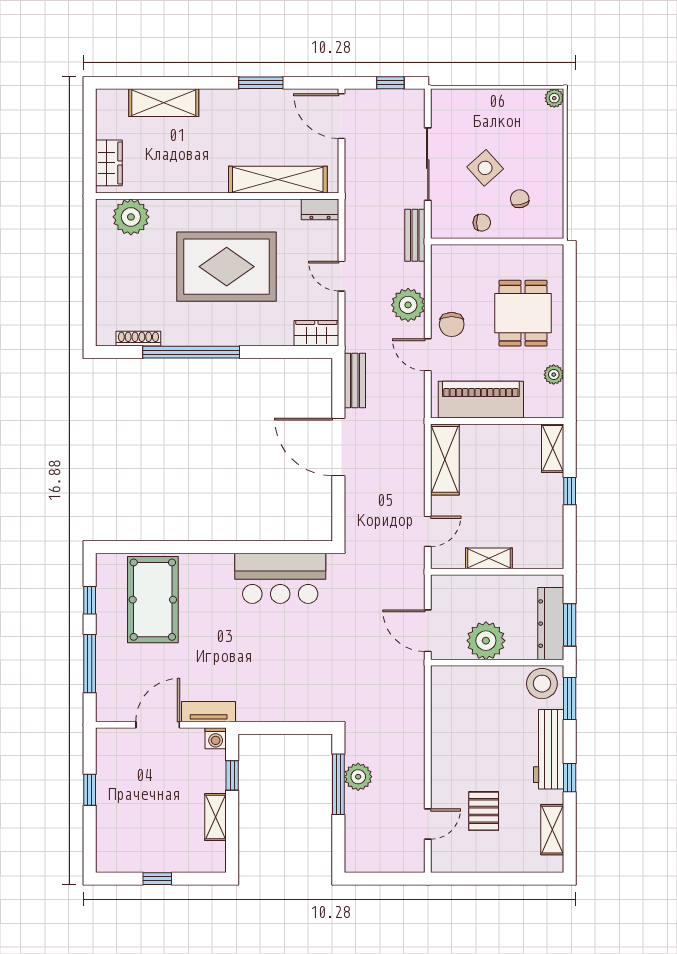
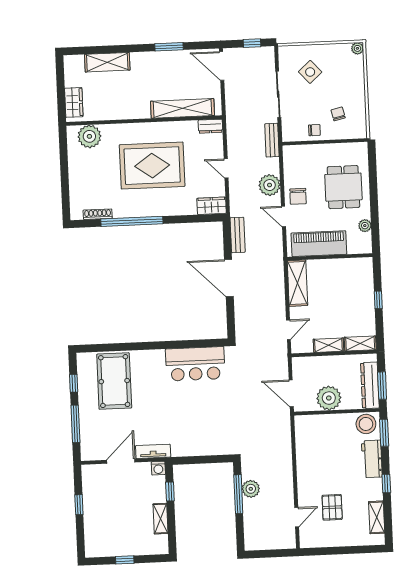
side table: (485, 168) -> (310, 72), moved
shelving: (553, 448) -> (360, 343), moved, turned 90
workbench: (549, 749) -> (372, 459), width x0.73

